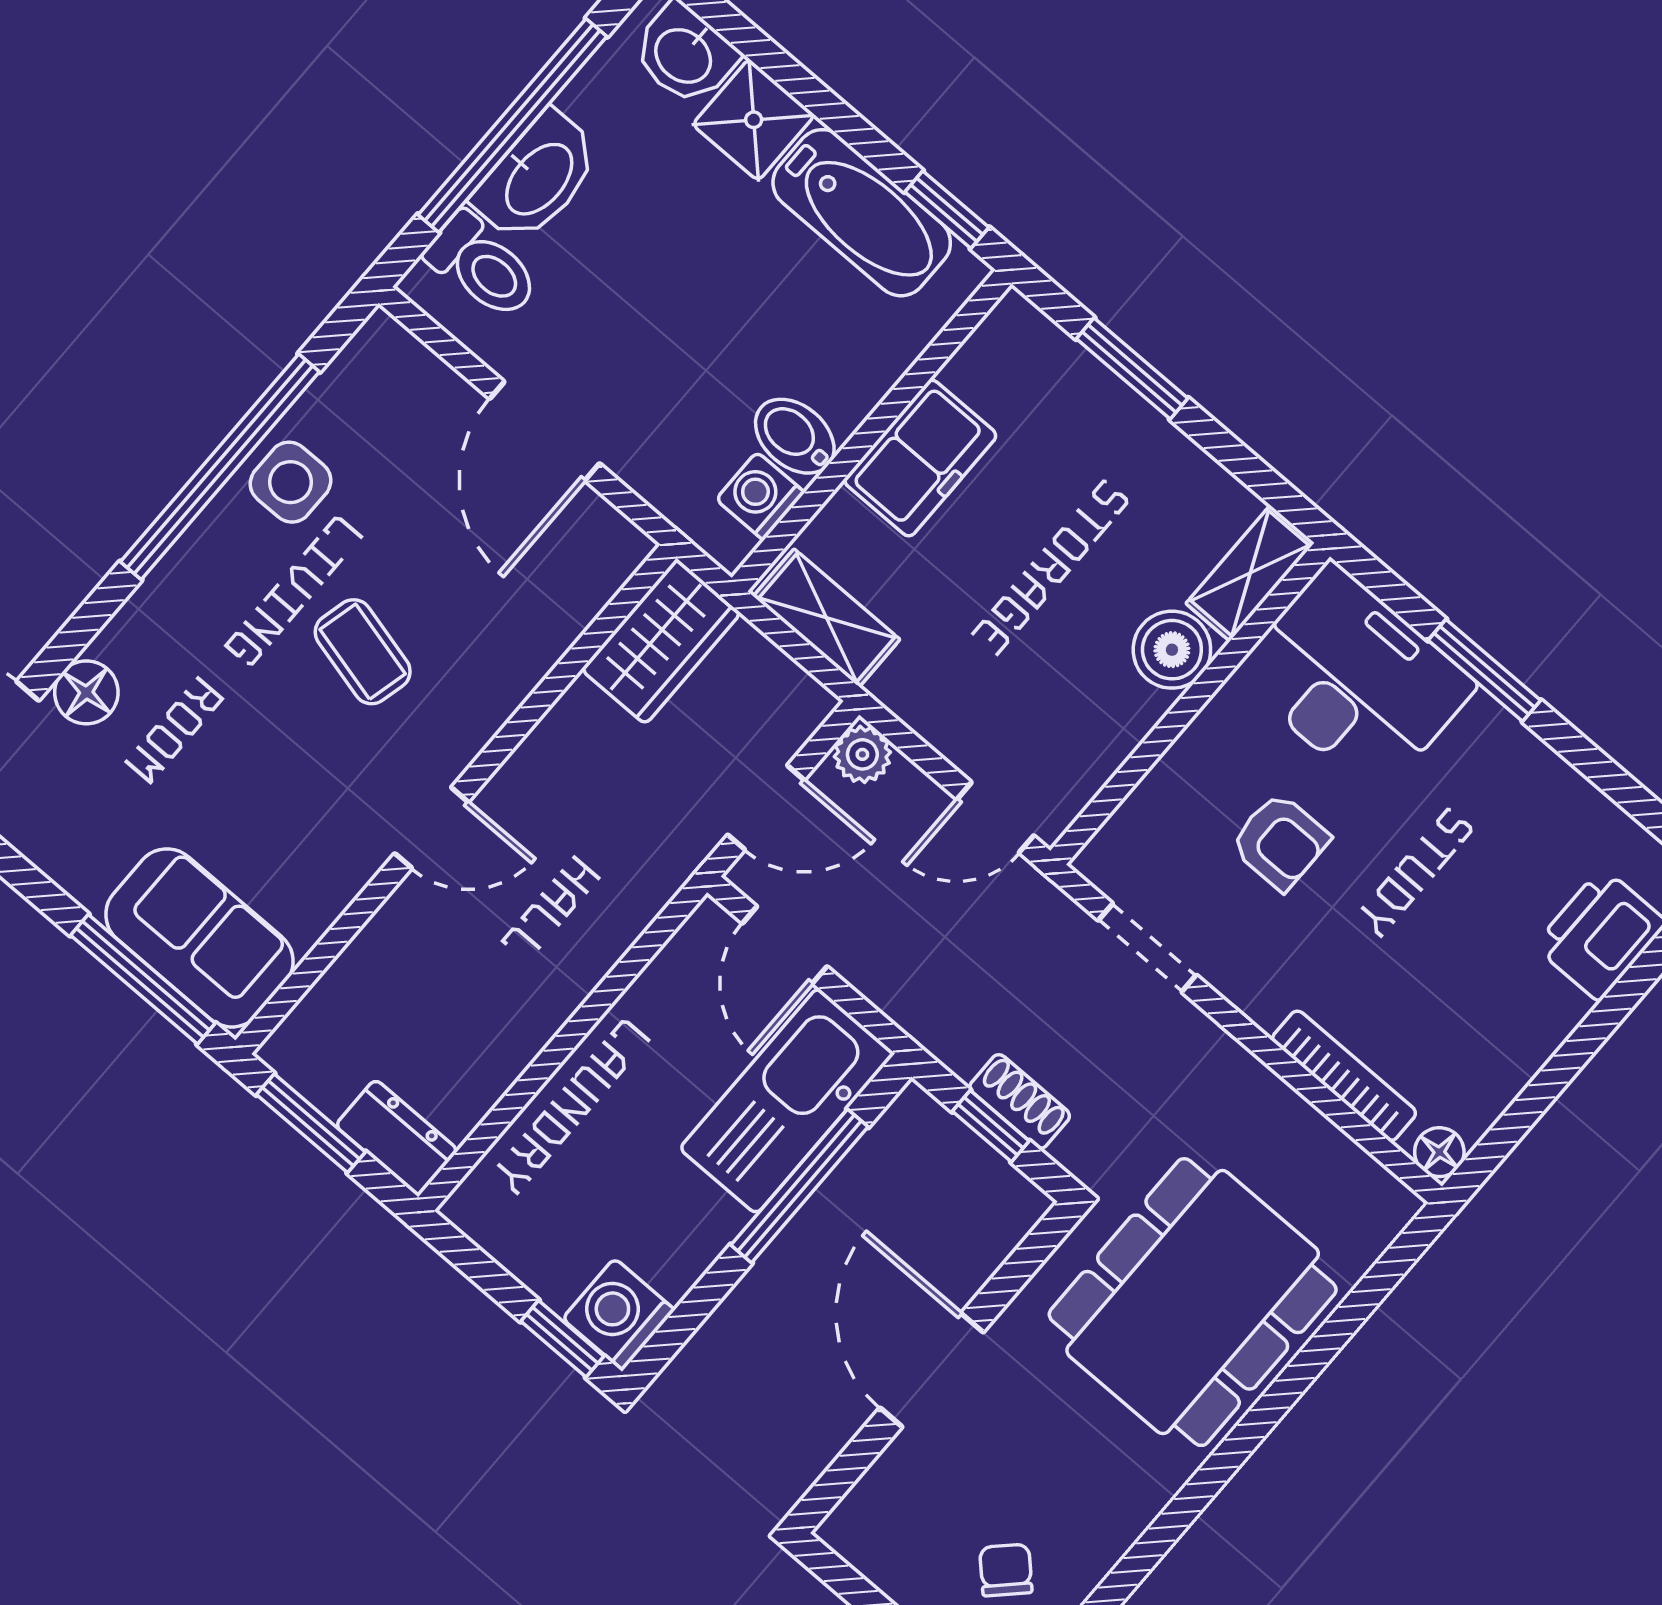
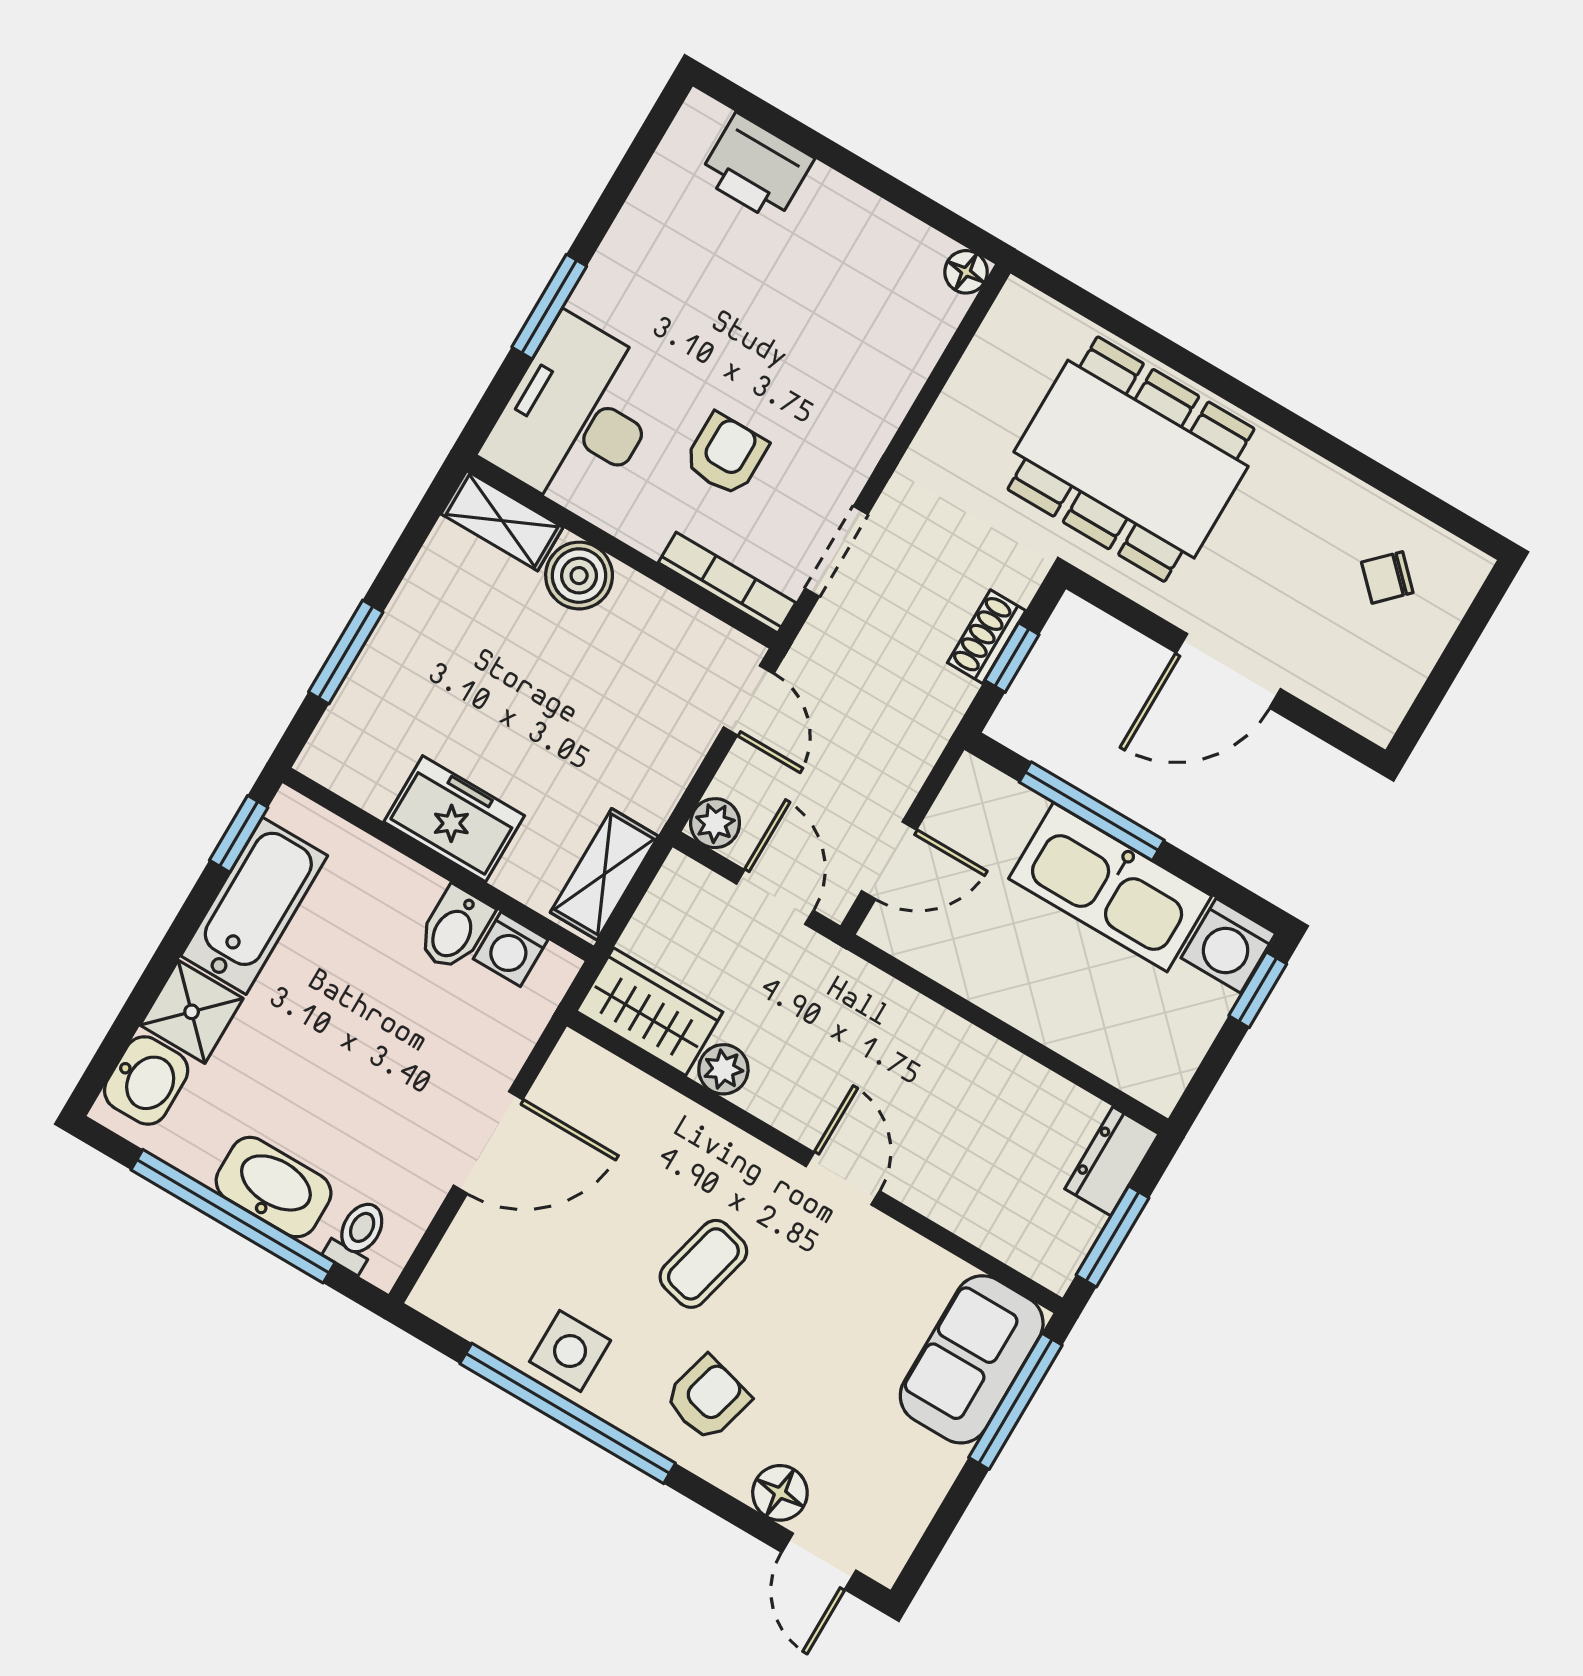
toilet: (483, 266) -> (357, 1236), width x0.73, depth x0.72
armchair: (209, 629) -> (707, 1398), added
plant: (580, 714) -> (723, 1069), added
bookcase: (1344, 1076) -> (727, 583), moved, turned 90
kitchen sink: (787, 1101) -> (1110, 887), moved

